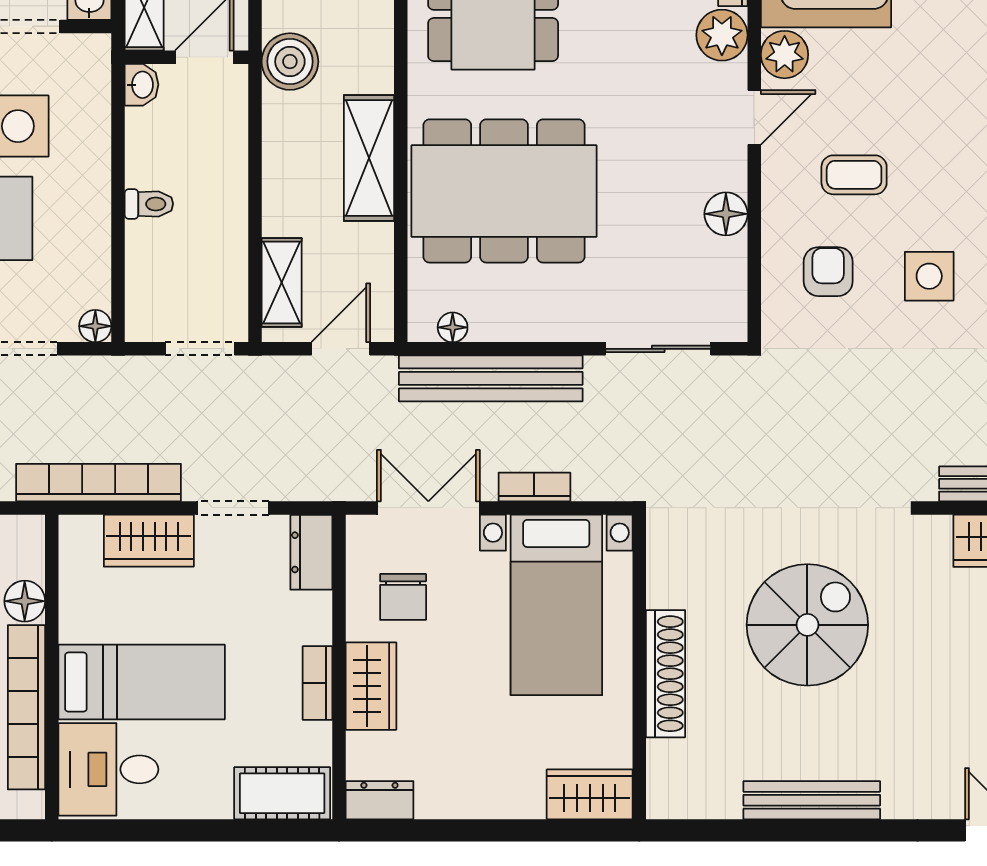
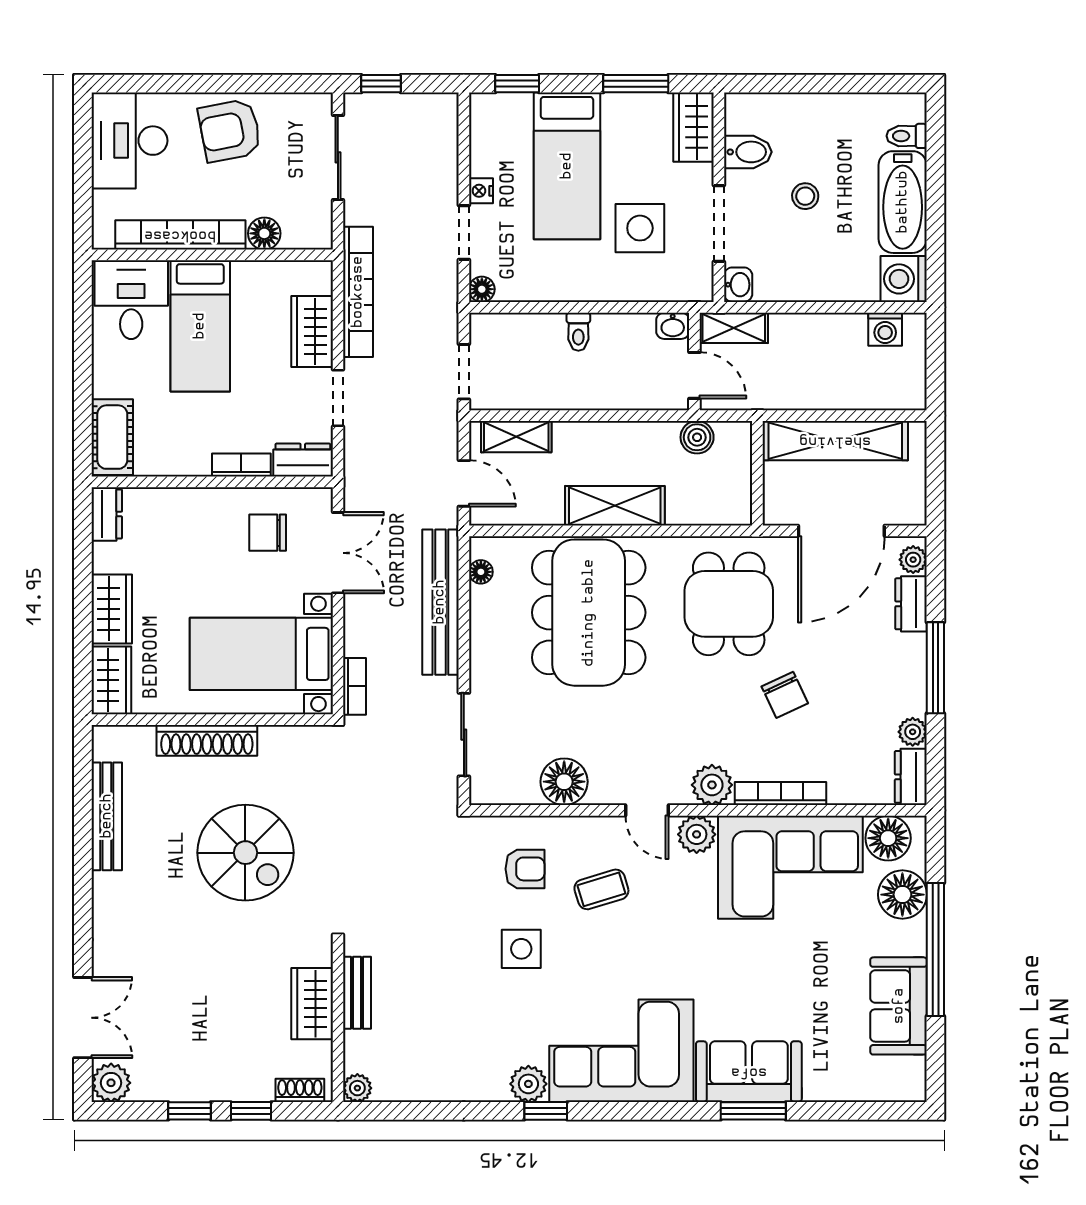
boiler: (290, 62) -> (697, 437), width x0.73, depth x0.73
coffee table: (854, 175) -> (601, 889), turned 73
floor lamp: (726, 214) -> (564, 782), width x1.38, depth x1.38
bookcase: (534, 487) -> (355, 686), moved
bookcase: (318, 683) -> (241, 465), moved
wardrobe: (371, 686) -> (112, 609), moved, turned -90
bench: (812, 800) -> (107, 816), moved

